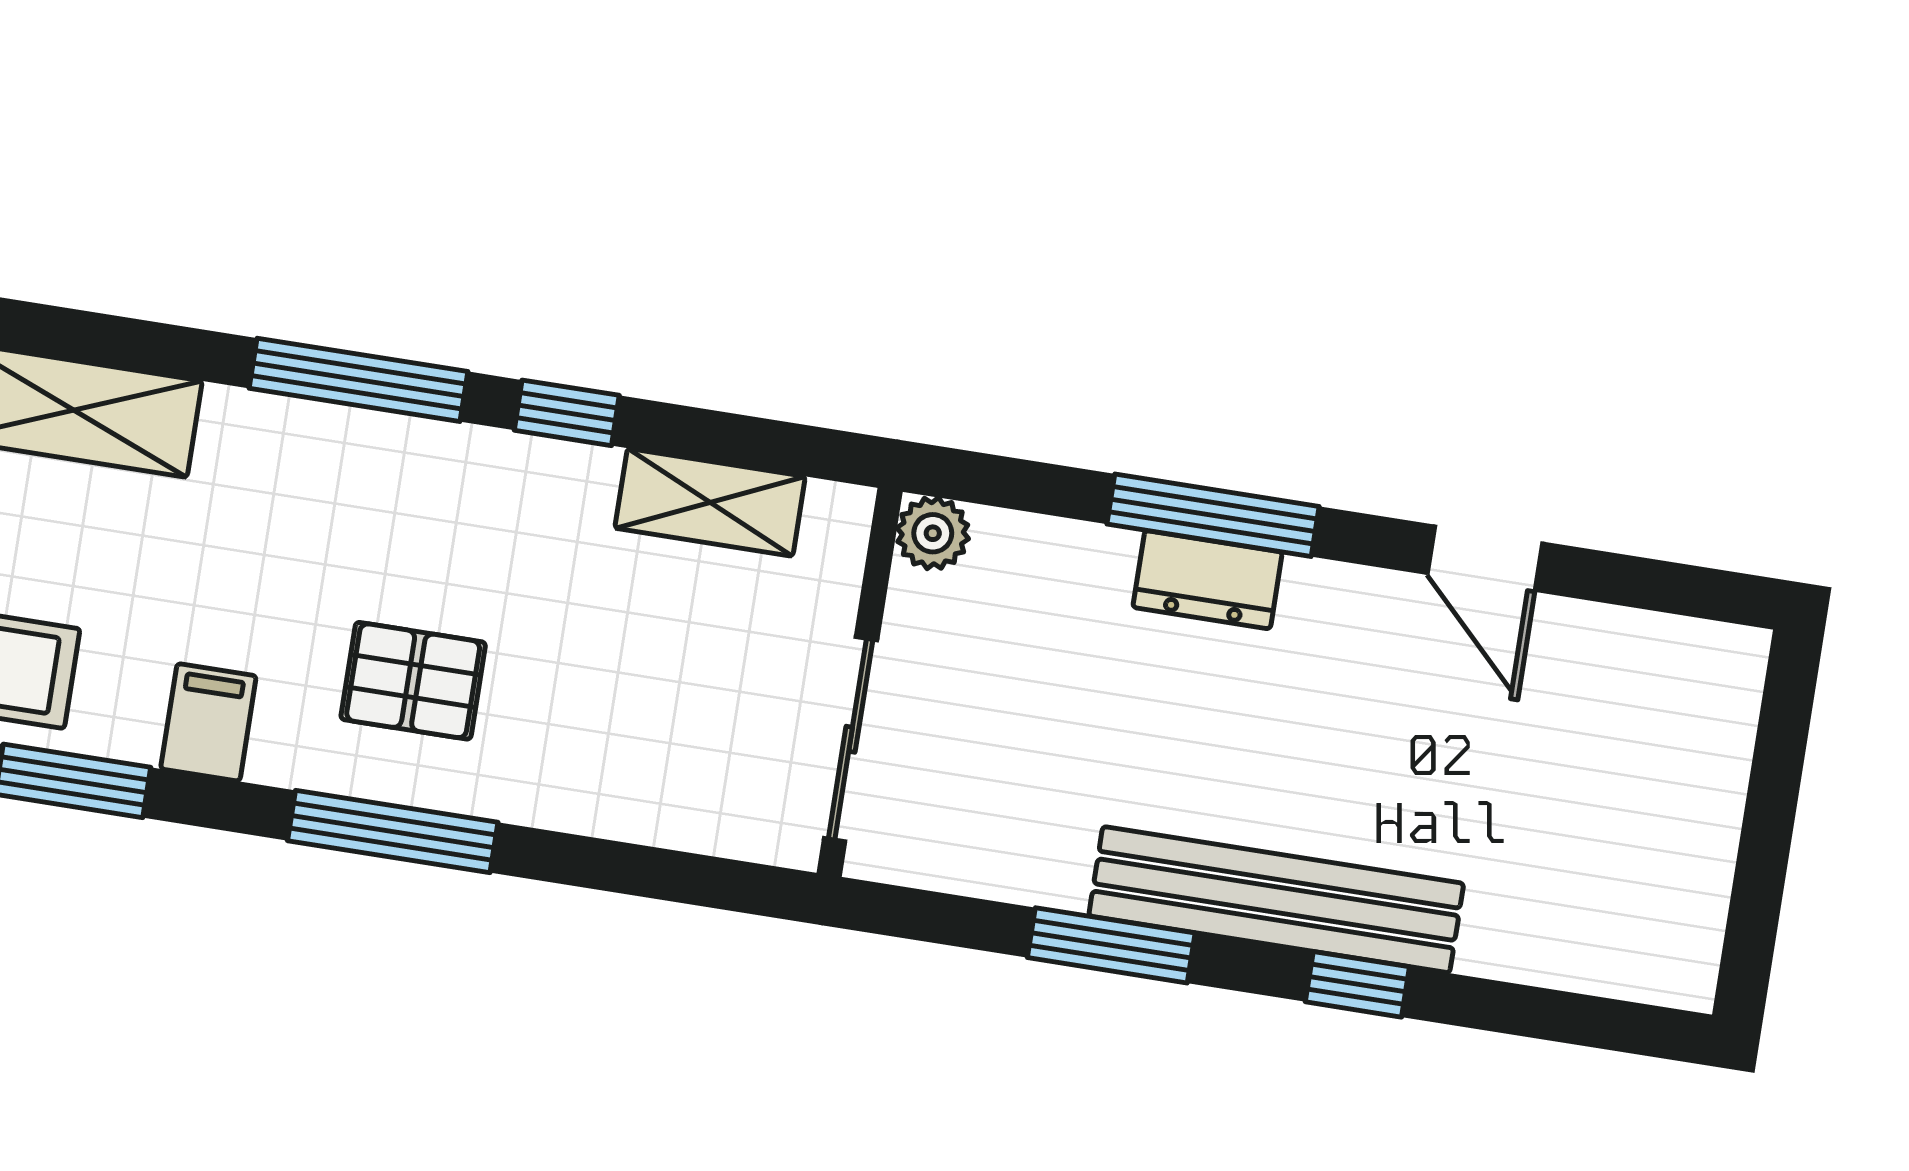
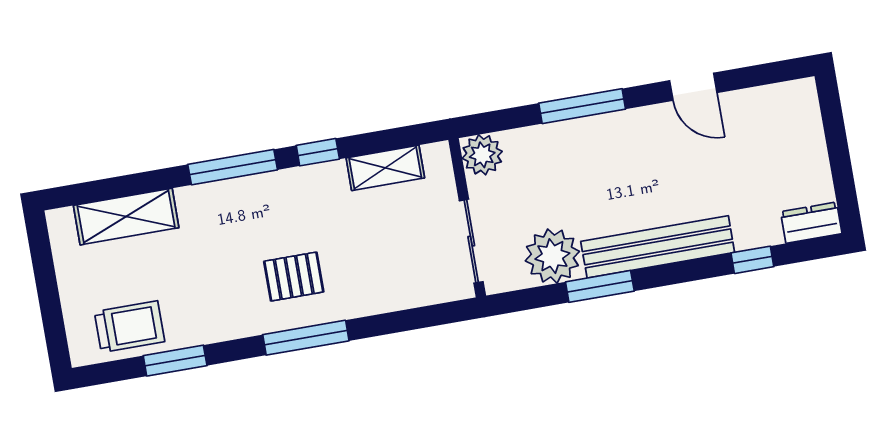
plant: (933, 533) -> (482, 155), width x1.38, depth x1.38
dresser: (1208, 580) -> (811, 223), moved, turned 180
filing cabinet: (208, 722) -> (220, 320), removed
plant: (1026, 838) -> (552, 256), added
window: (1357, 984) -> (752, 260), moved

